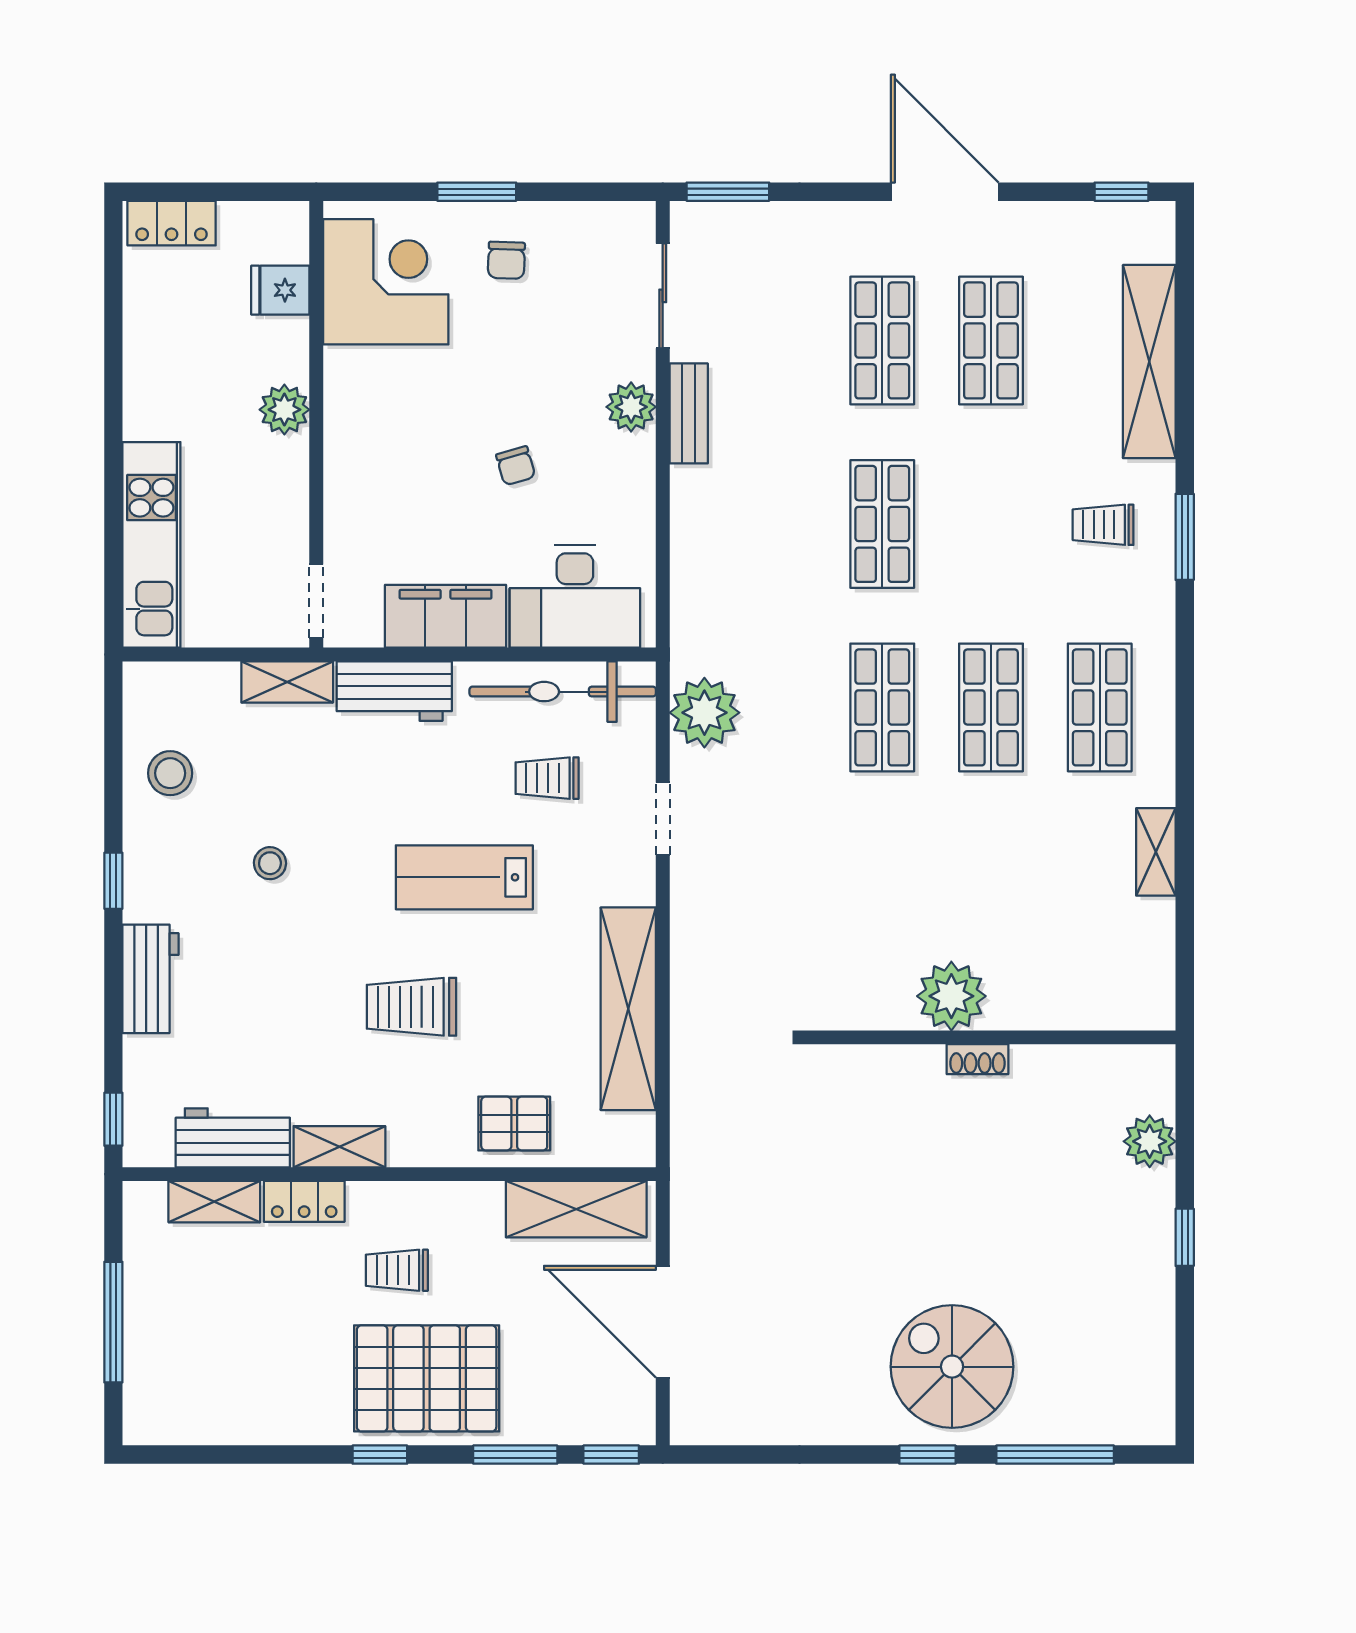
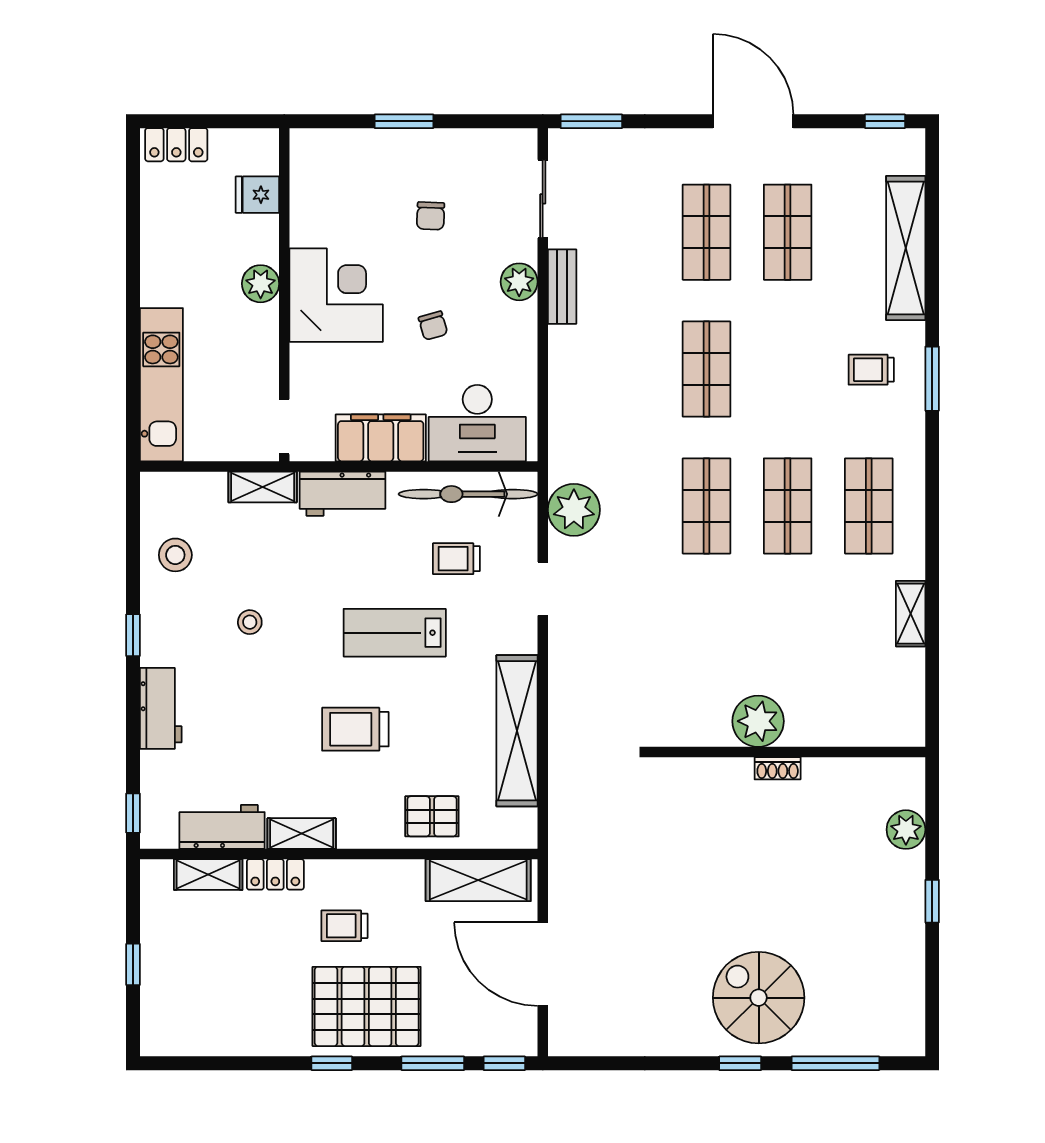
chair: (506, 260) -> (431, 216), moved
corner desk: (386, 282) -> (336, 295), moved
window: (113, 1322) -> (133, 964), width x0.46

